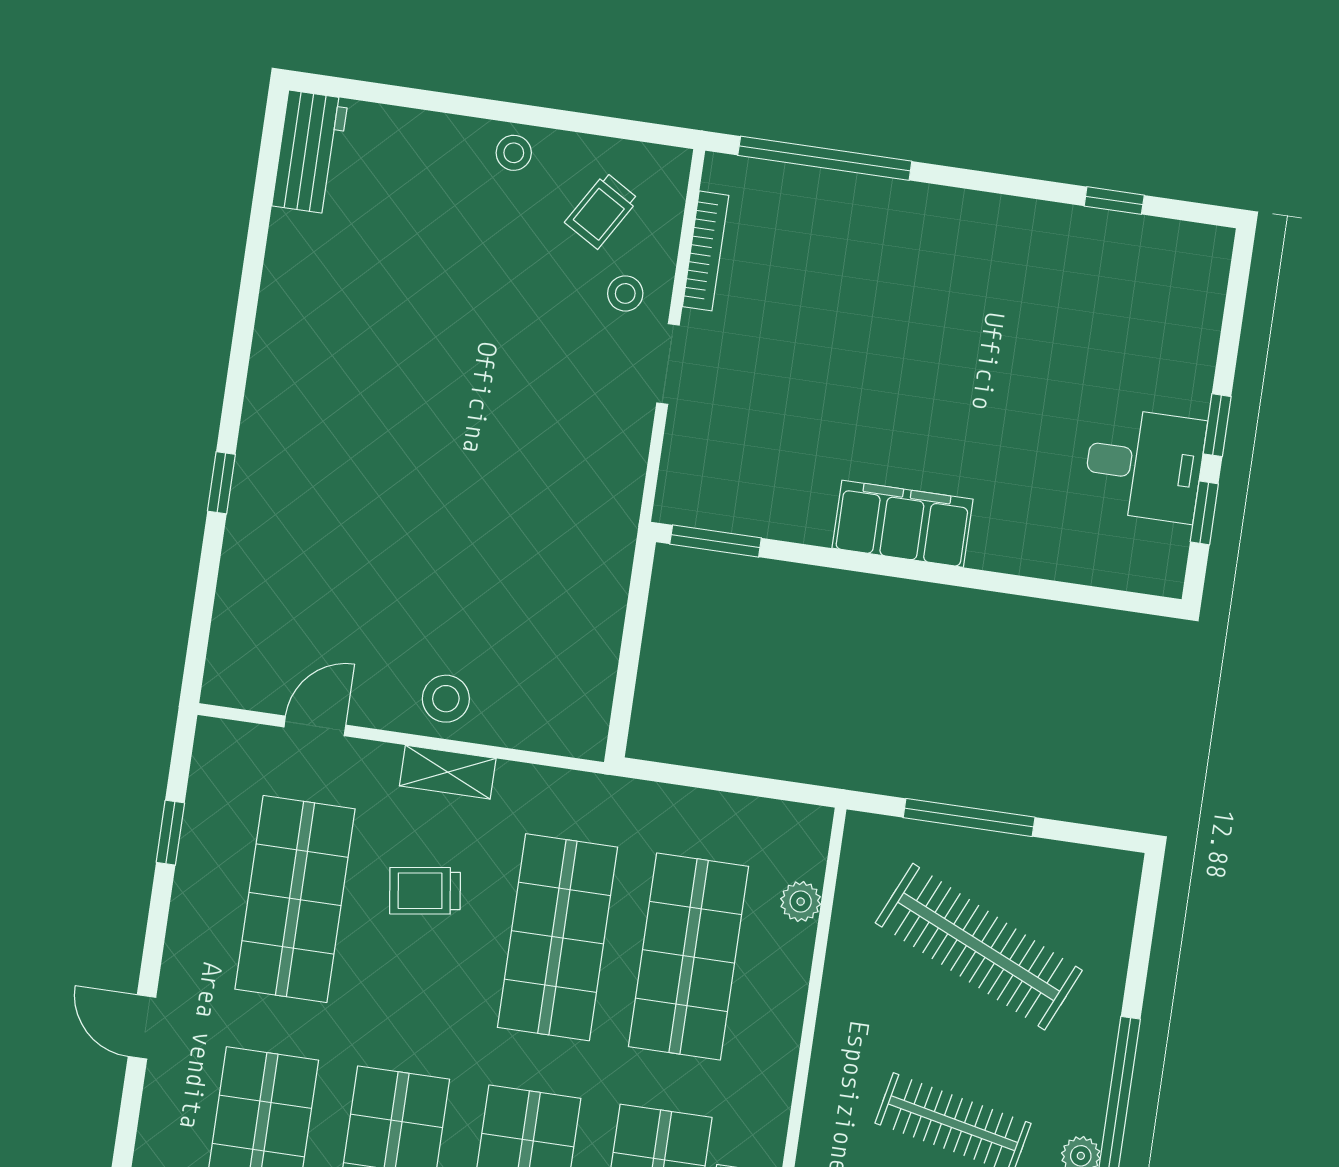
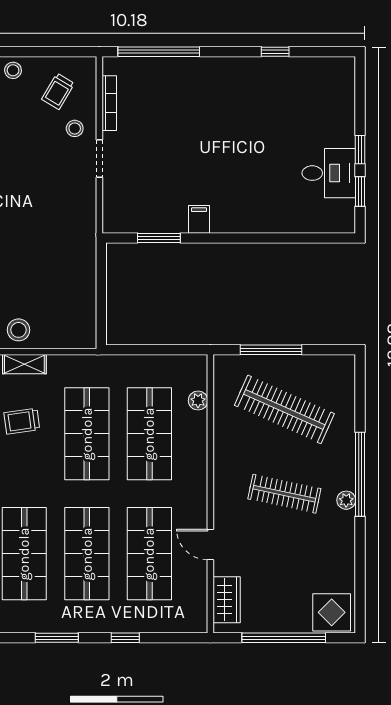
window: (1114, 201) -> (275, 52), moved
filing cabinet: (903, 524) -> (199, 219), width x0.33, depth x0.86
window: (716, 541) -> (159, 238), moved

